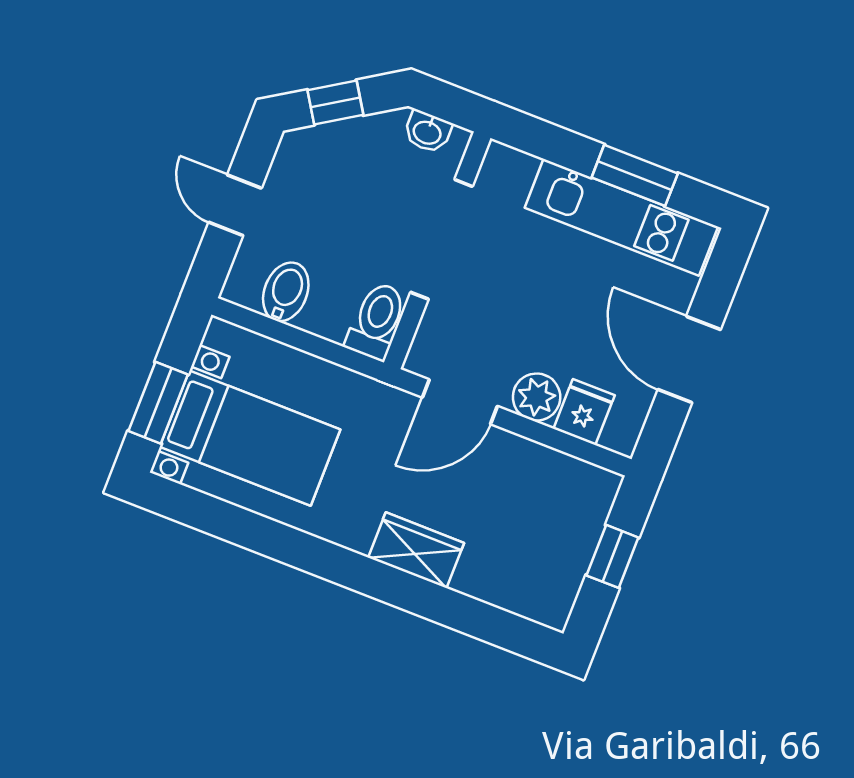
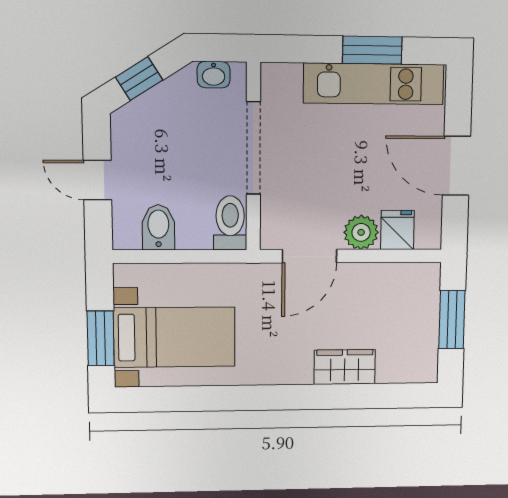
wardrobe: (416, 550) -> (345, 367), moved
window: (612, 556) -> (452, 319), width x1.50

